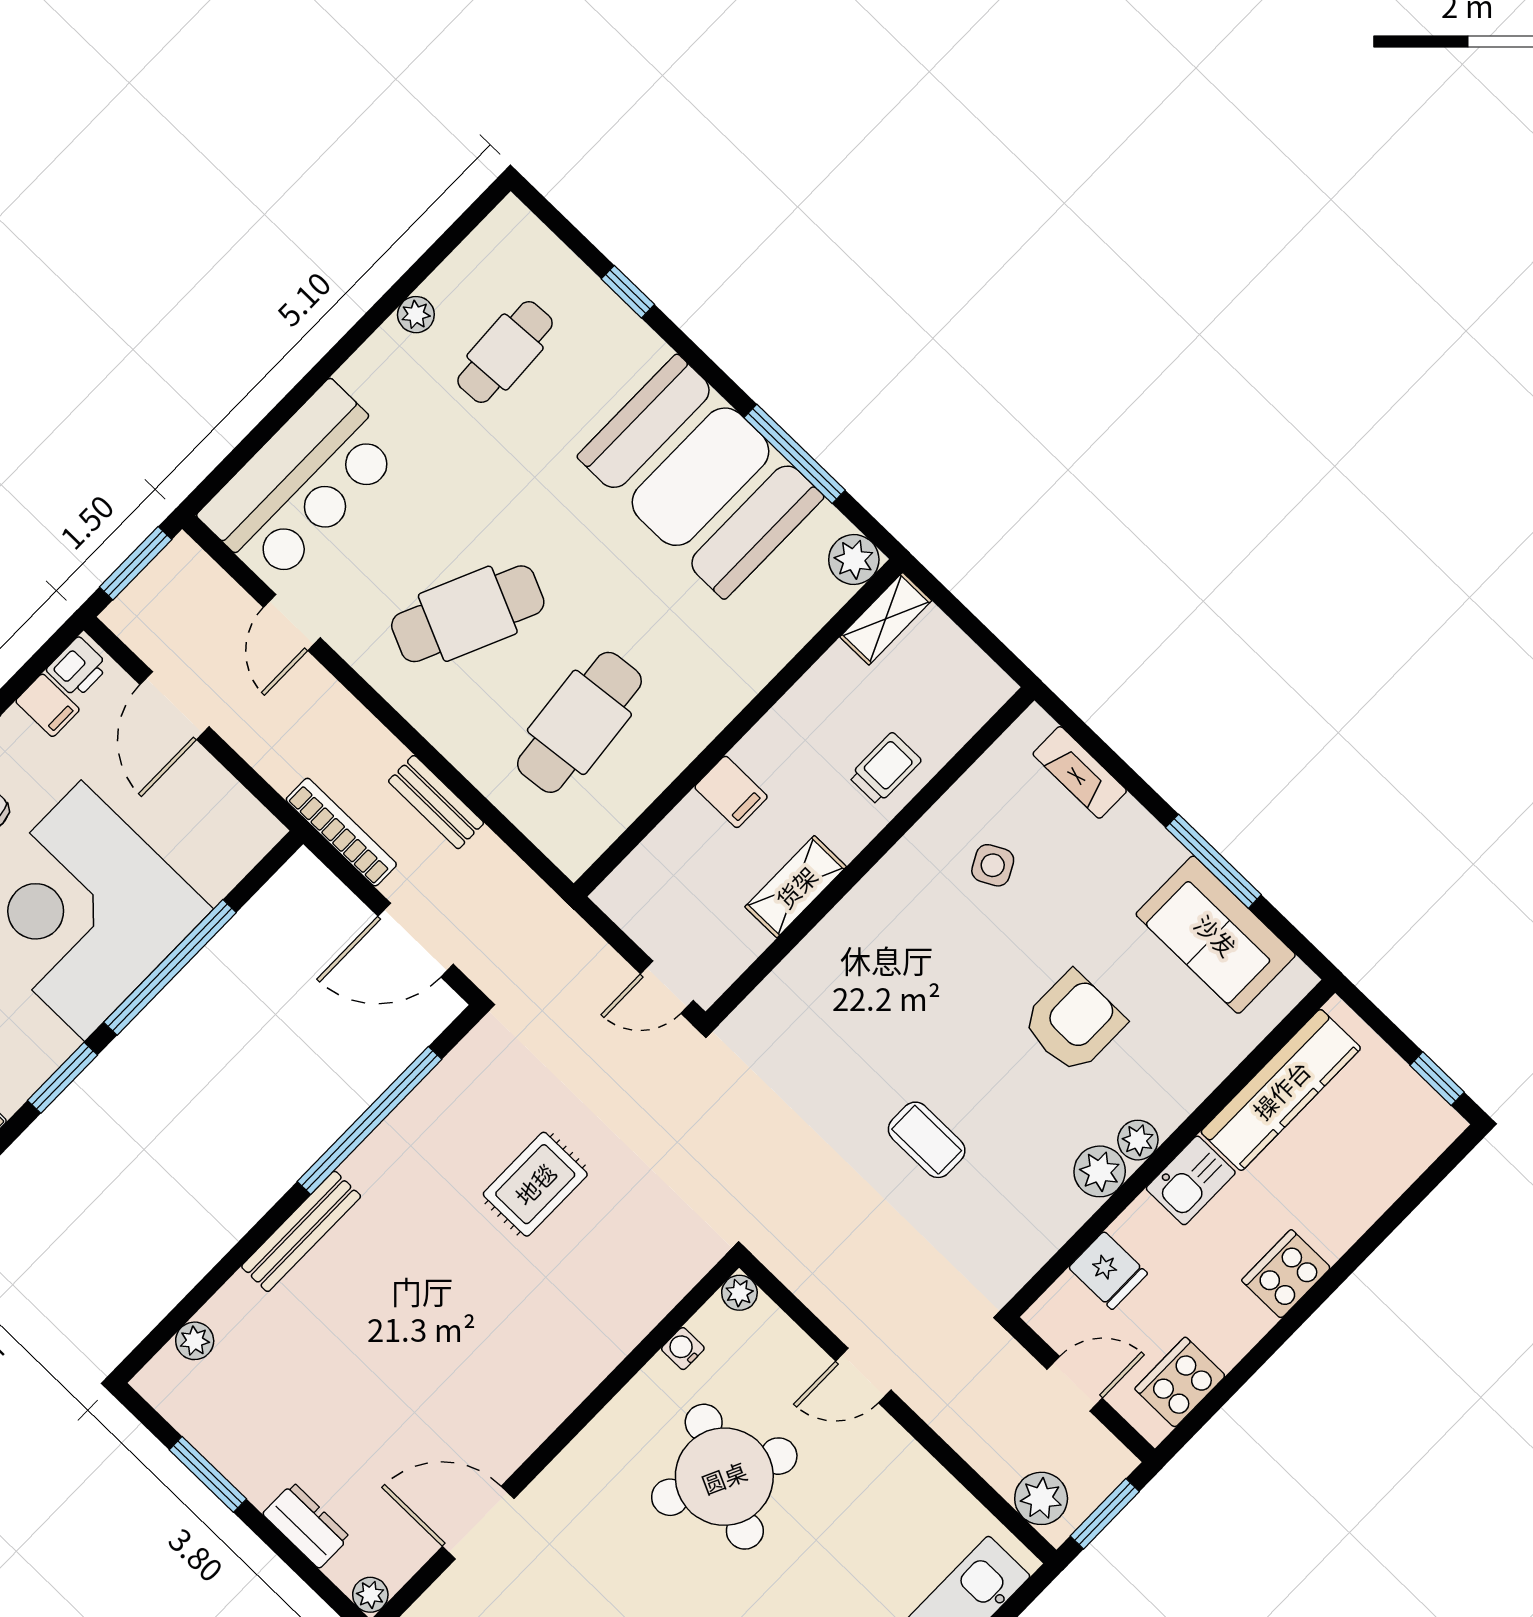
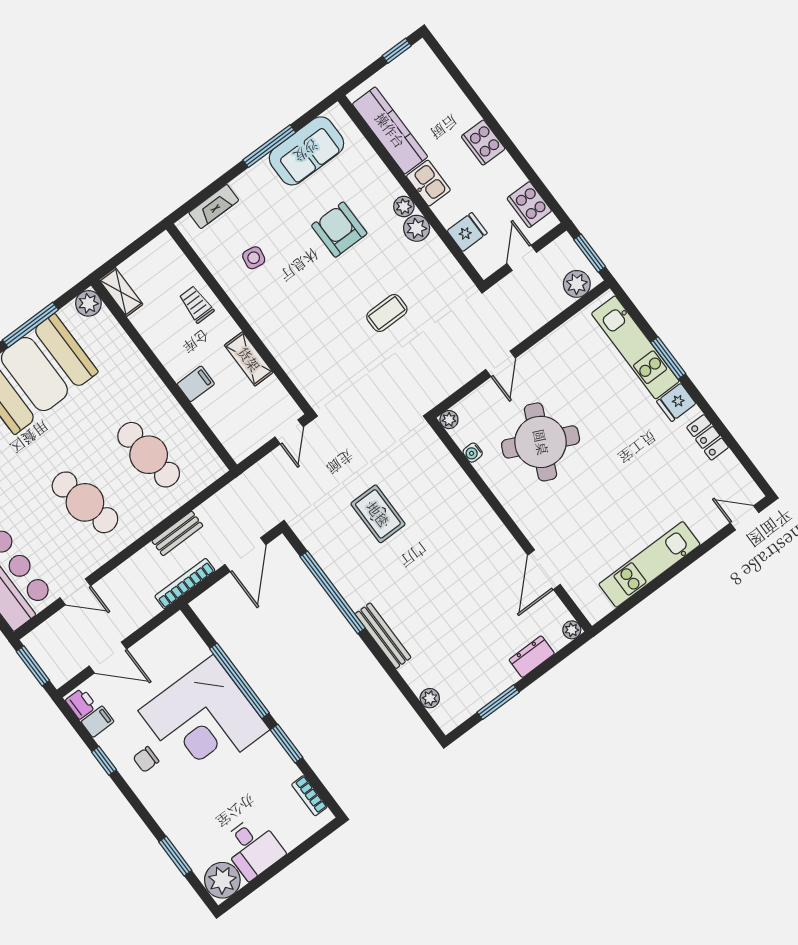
cafe table: (468, 614) -> (85, 502), turned -36
side table: (993, 865) -> (254, 258), turned 38

